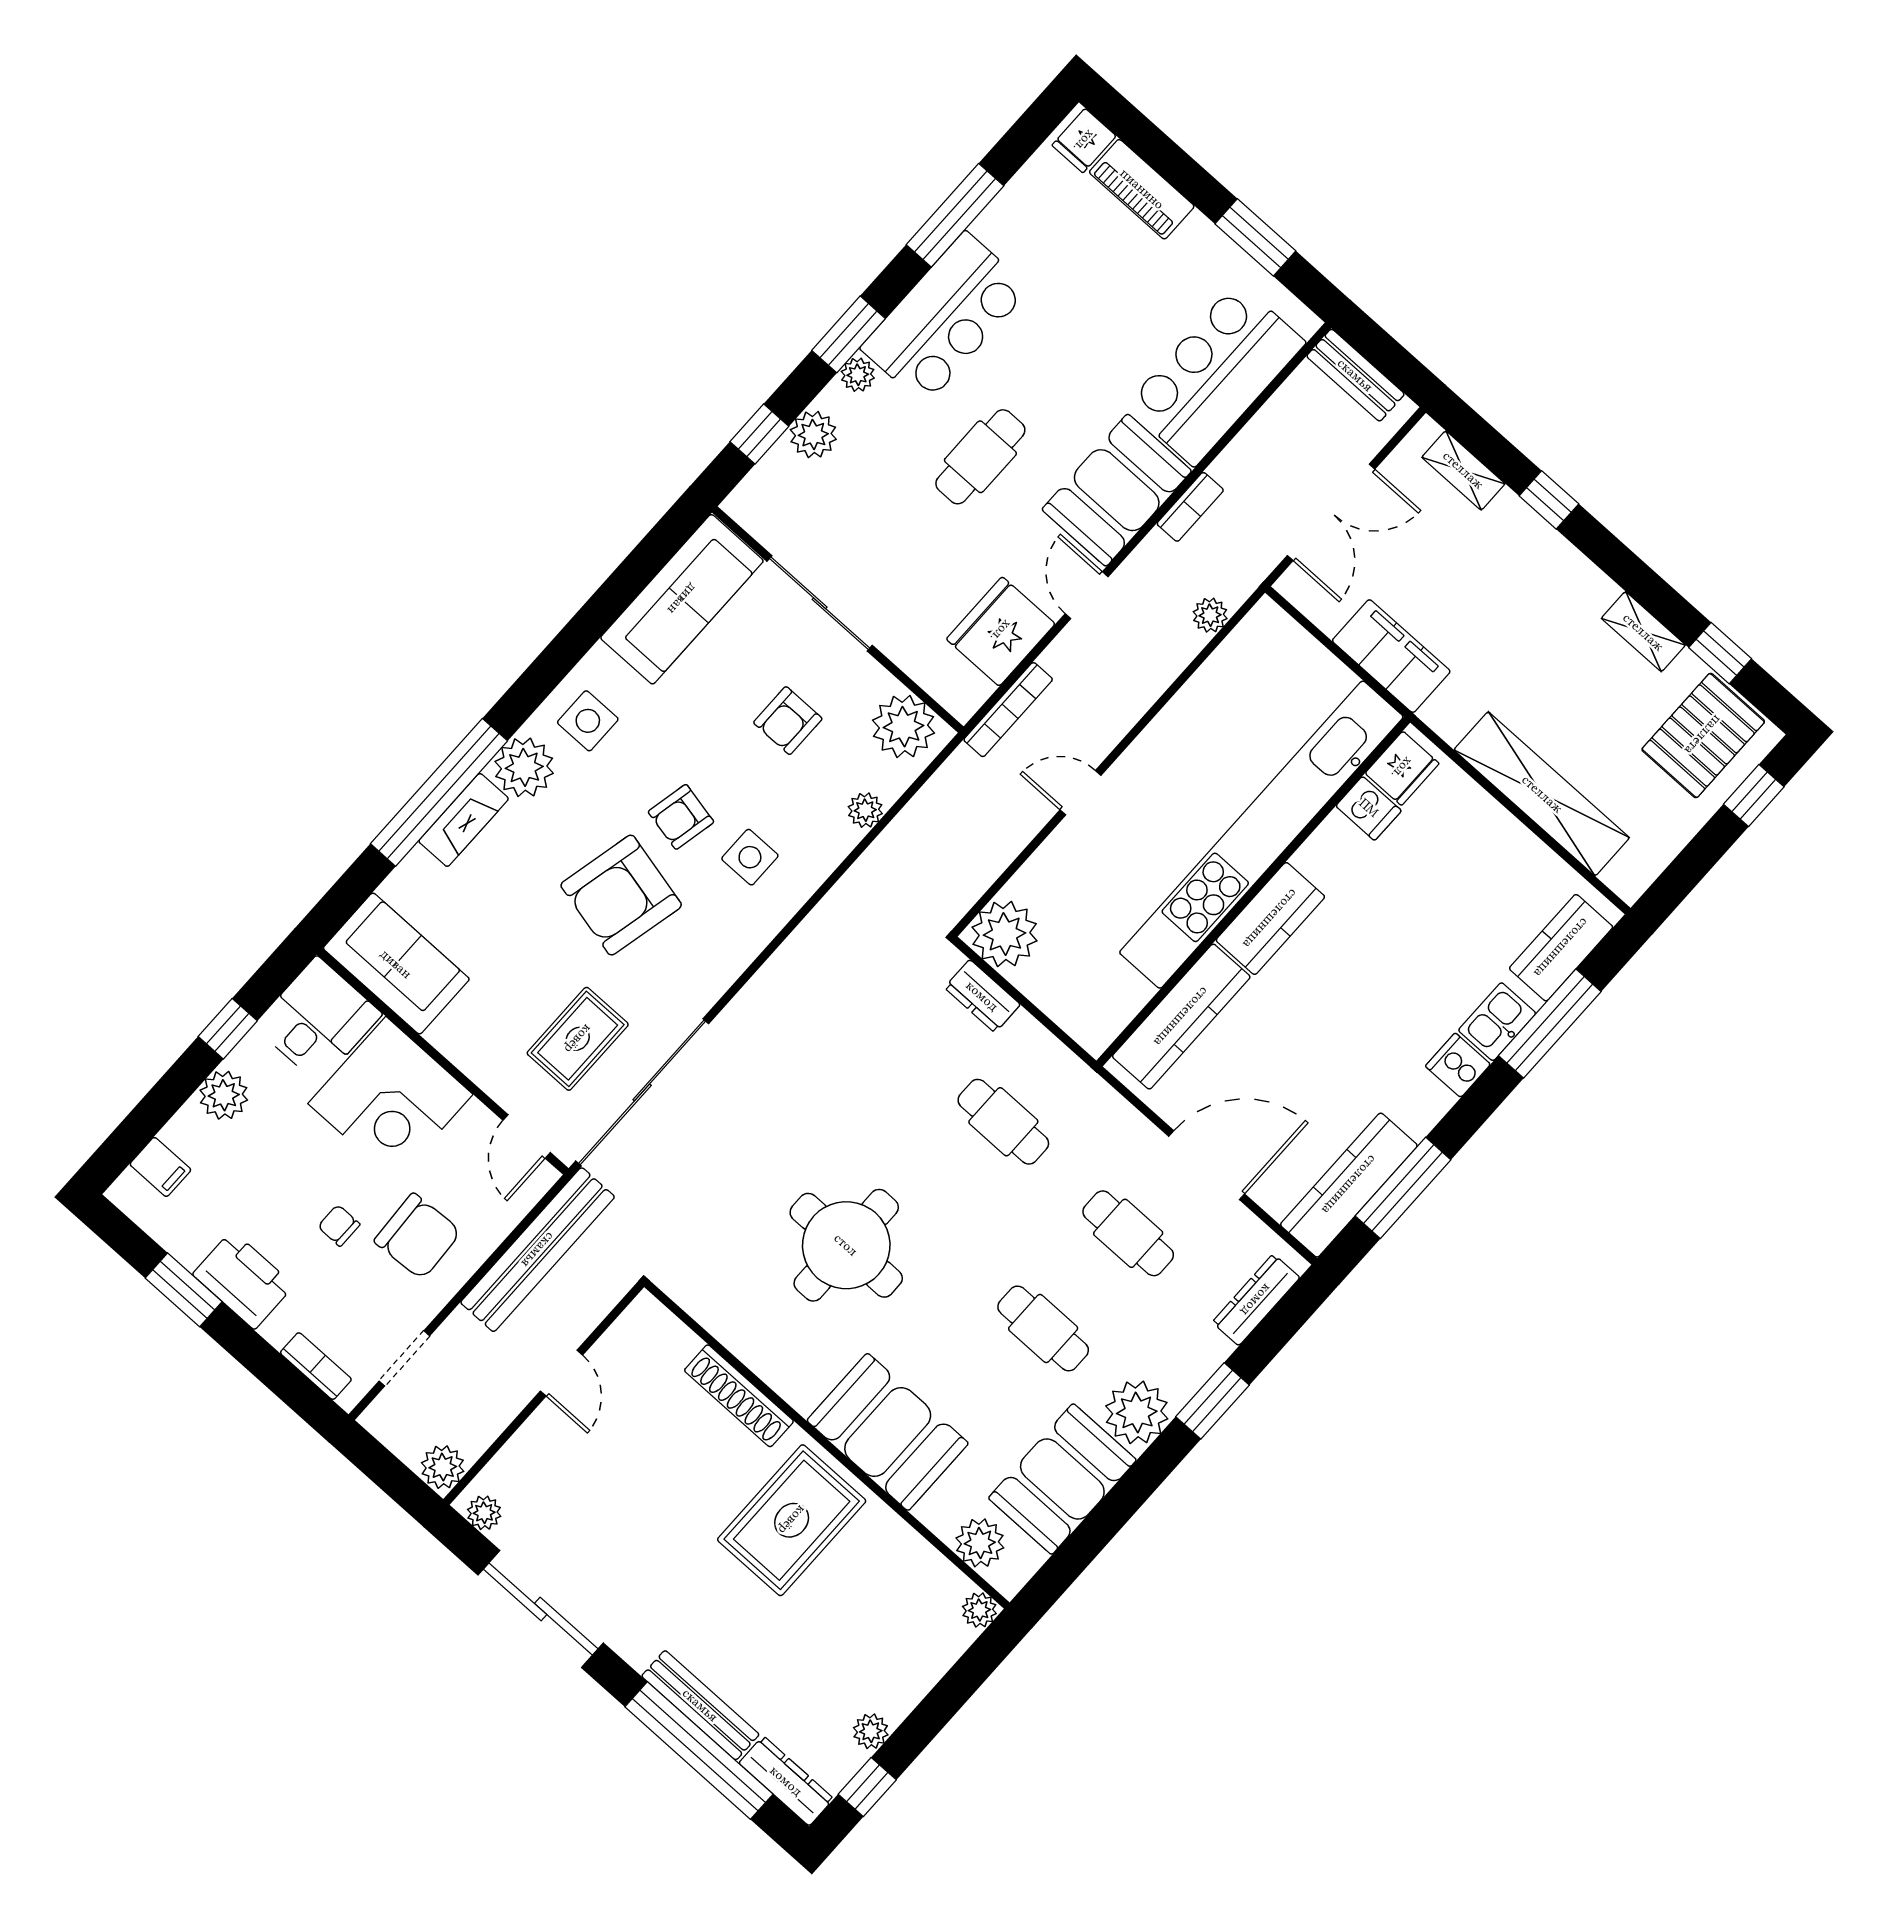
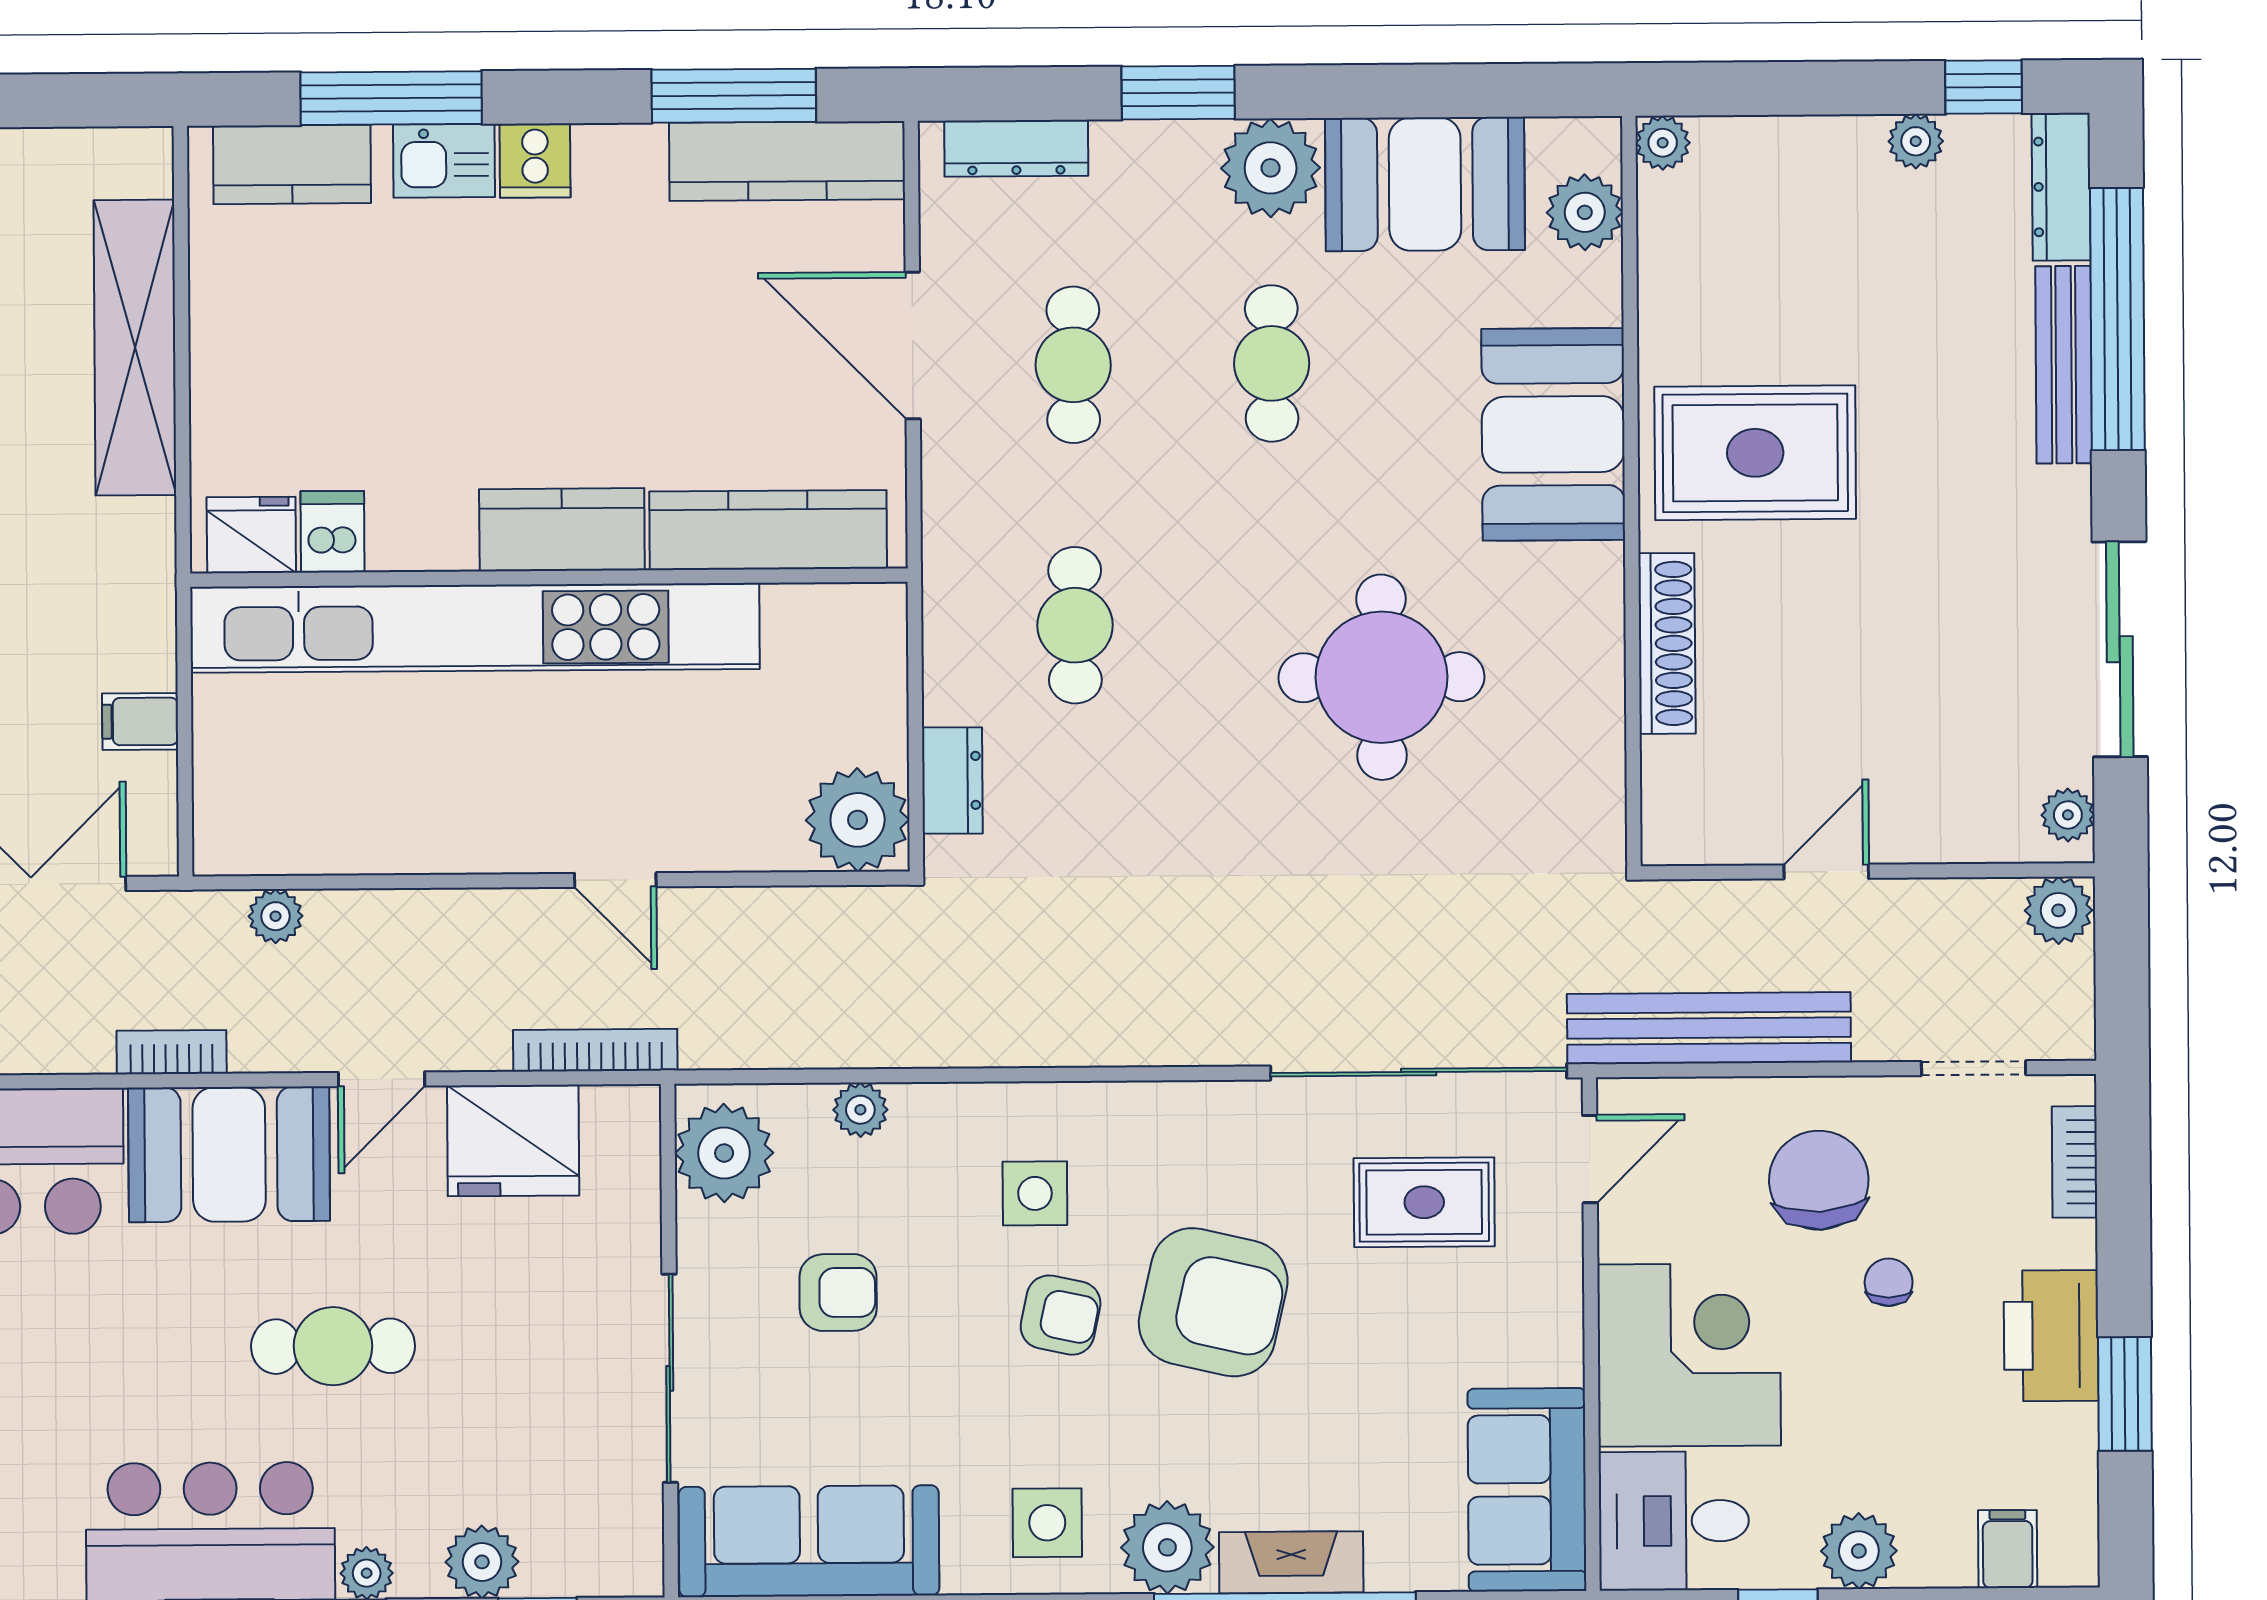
filing cabinet: (1391, 656) -> (140, 721), width x0.33, depth x0.86
chair: (339, 1225) -> (1889, 1282), turned 180

